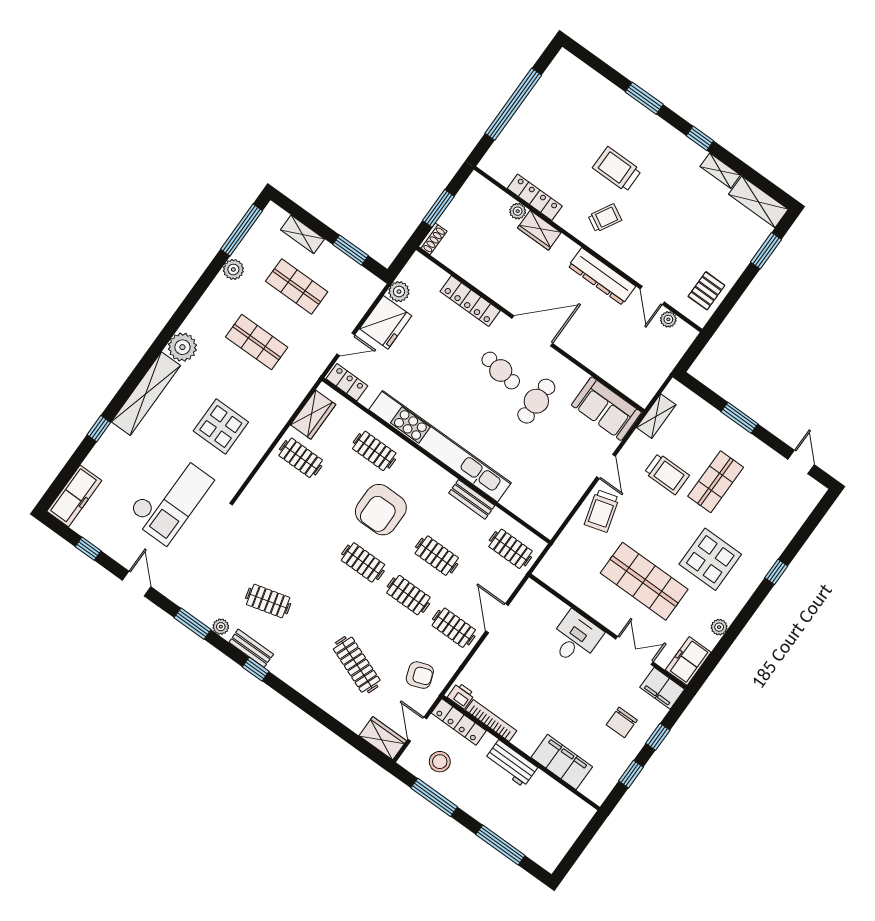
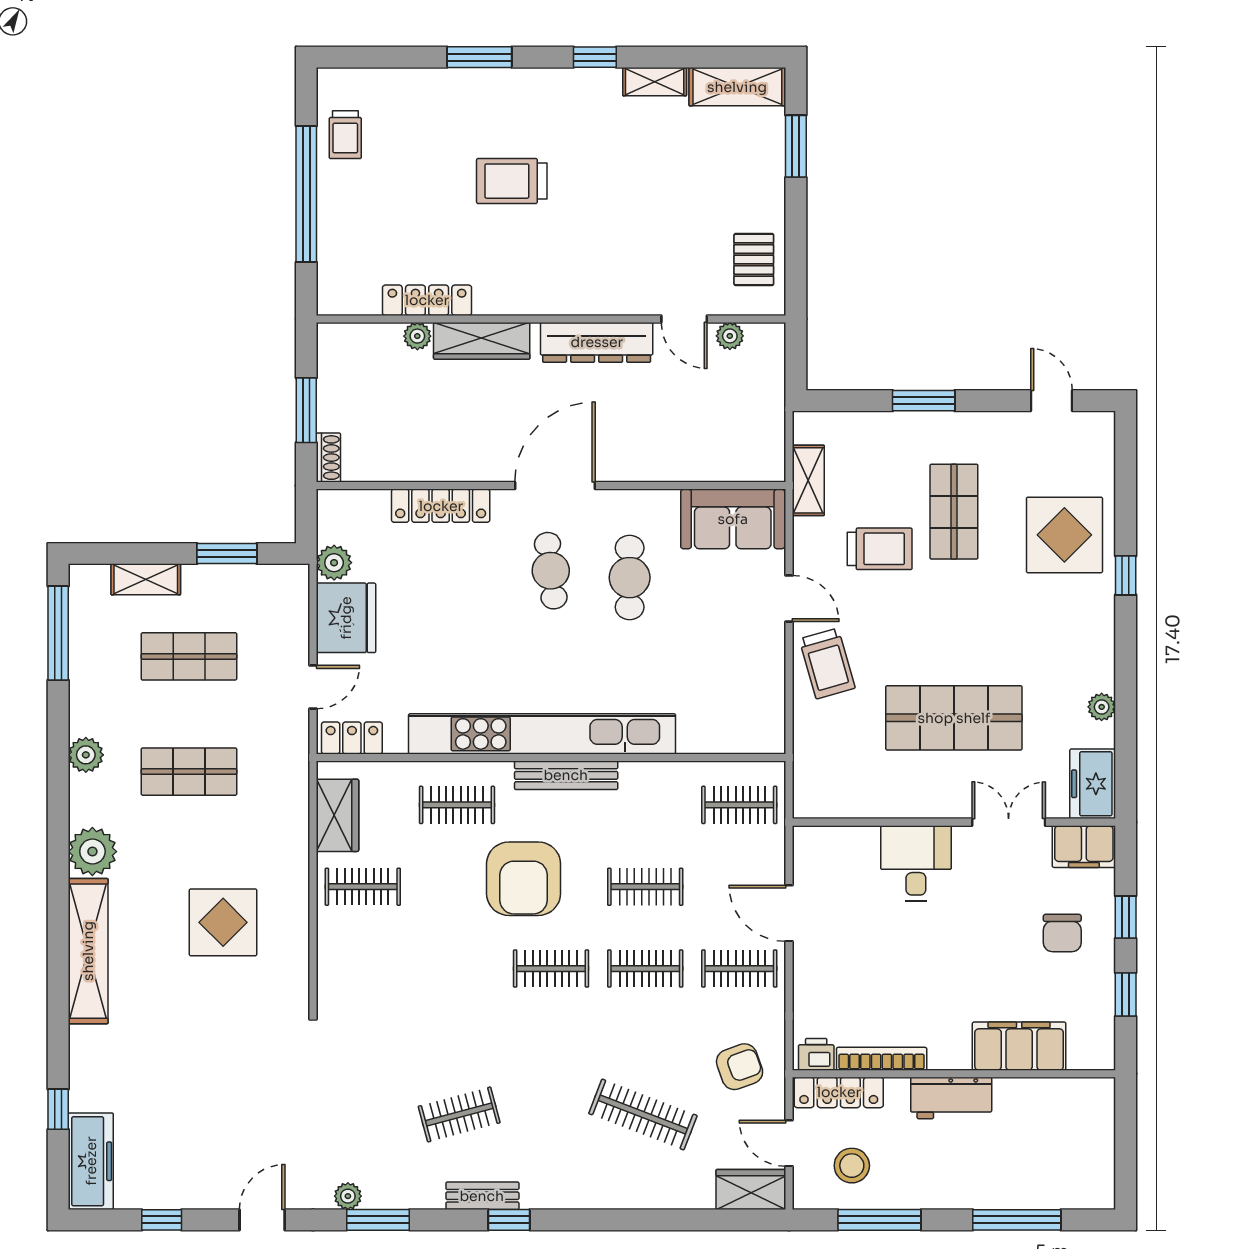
trolley: (605, 218) -> (345, 135), moved, turned 151
wardrobe: (539, 230) -> (482, 341), width x1.50
plant: (233, 269) -> (86, 755), moved
cafe table: (501, 371) -> (551, 571), turned 74
window: (99, 429) -> (58, 1109), moved
checkout: (170, 498) -> (224, 1071), removed
bench: (472, 499) -> (566, 775), moved, width x1.36
display table: (710, 559) -> (1064, 535), moved
door: (137, 584) -> (262, 1220), hinge flipped
plant: (221, 627) -> (348, 1196), moved

